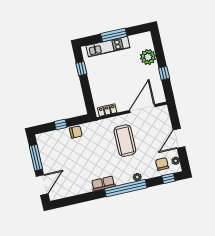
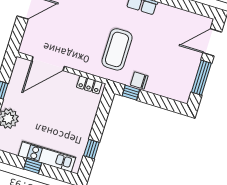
window: (114, 35) -> (33, 166), width x0.46
window: (61, 124) -> (131, 93), moved
coffee table: (125, 141) -> (117, 49), moved

